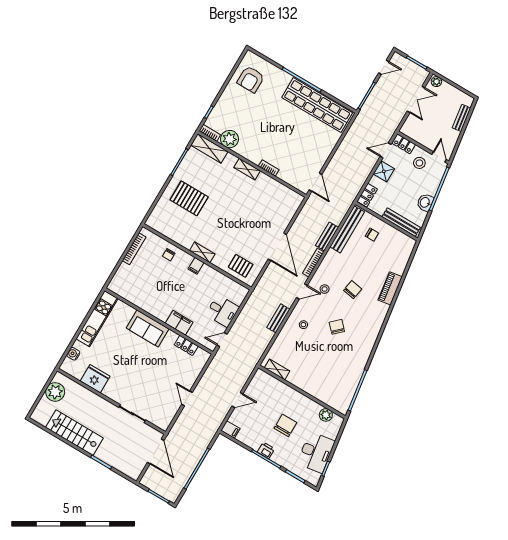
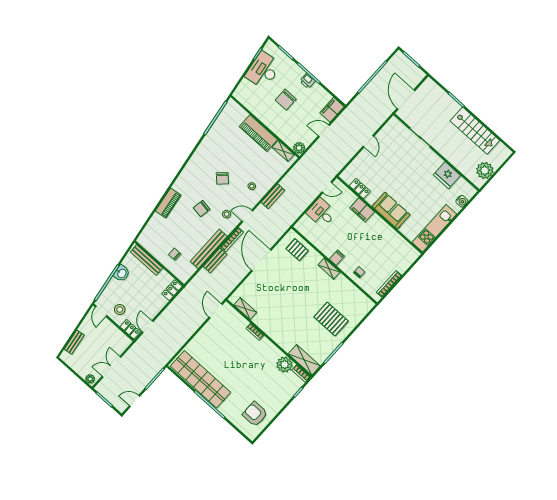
armchair: (251, 79) -> (255, 414), turned -90
door: (386, 150) -> (148, 327), swing flipped
shelving: (247, 169) -> (245, 309), moved
shower: (384, 171) -> (153, 308), removed
bench: (347, 229) -> (209, 249), moved
piano: (308, 383) -> (258, 133), added
plant: (326, 415) -> (299, 148), moved
filing cabinet: (230, 430) -> (332, 110), width x2.00

